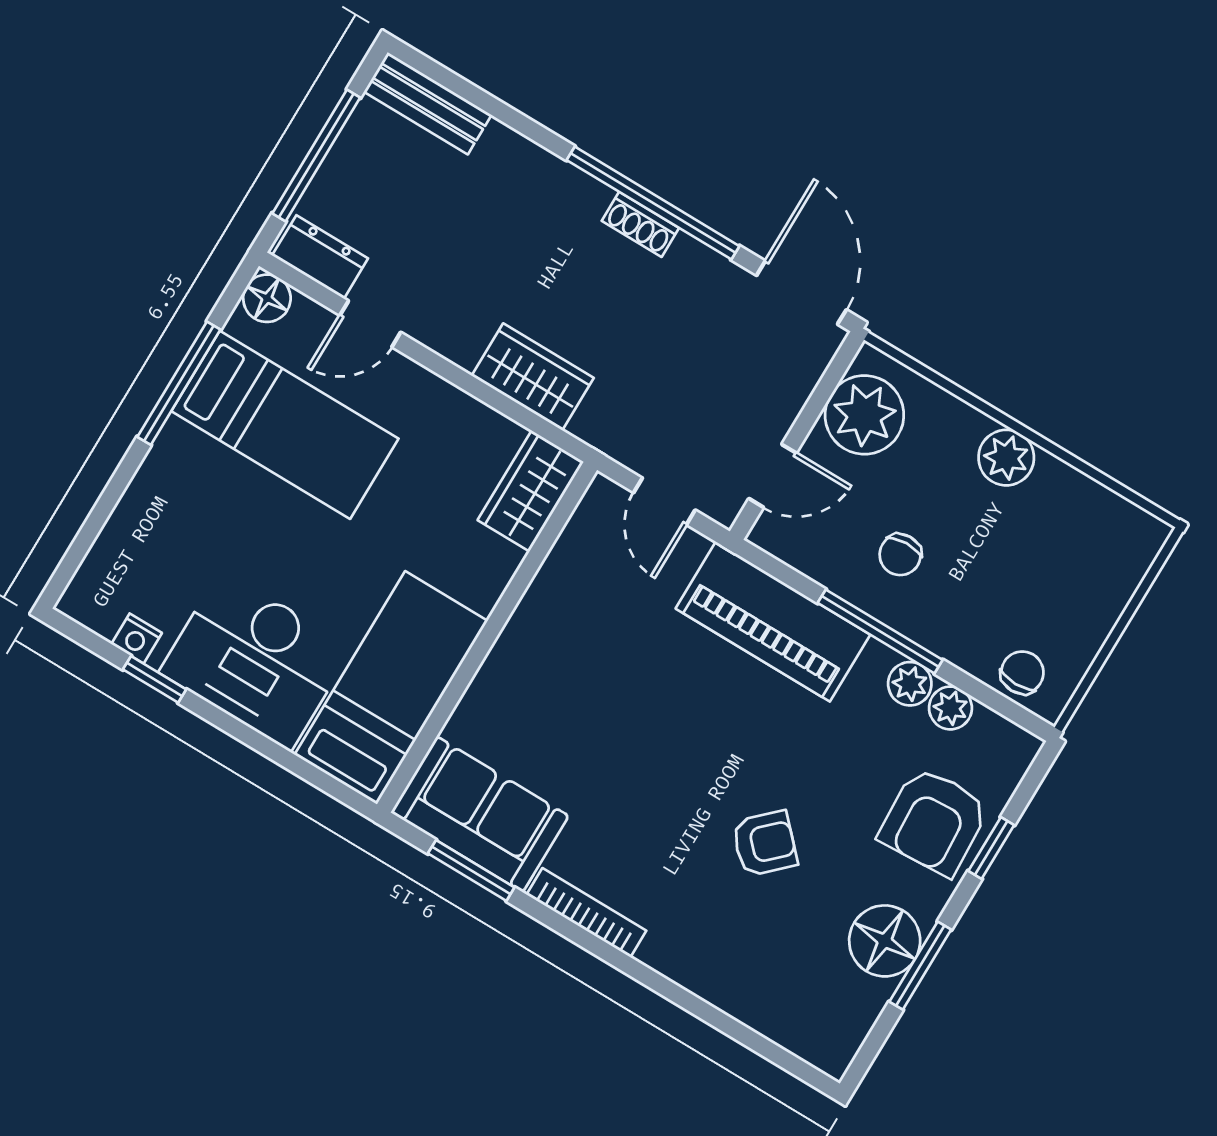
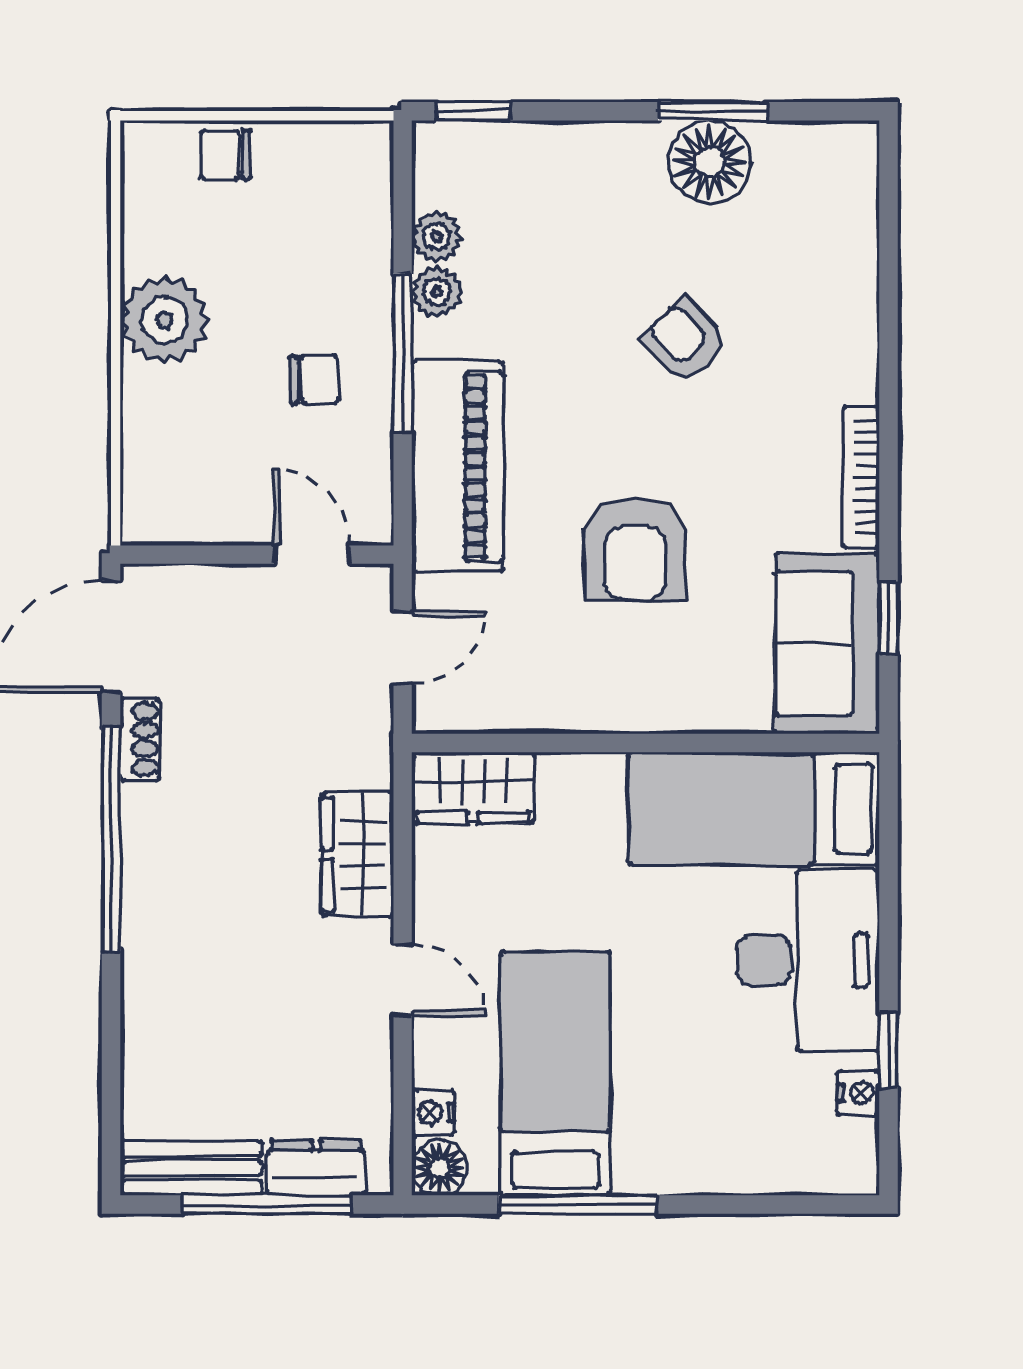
bench: (428, 103) -> (191, 1168), moved, turned 90
shoe rack: (640, 224) -> (140, 740), moved
dresser: (320, 257) -> (316, 1168), moved, turned 90
nightstand: (310, 318) -> (433, 1113), added
door: (370, 324) -> (403, 980), moved
plant: (864, 415) -> (195, 499), removed
plant: (1006, 458) -> (164, 320), width x1.36, depth x1.36
chair: (1022, 673) -> (226, 155), moved
armchair: (934, 821) -> (635, 549), moved, turned 93
window: (991, 848) -> (473, 111), moved
window: (471, 870) -> (889, 618), width x0.67

